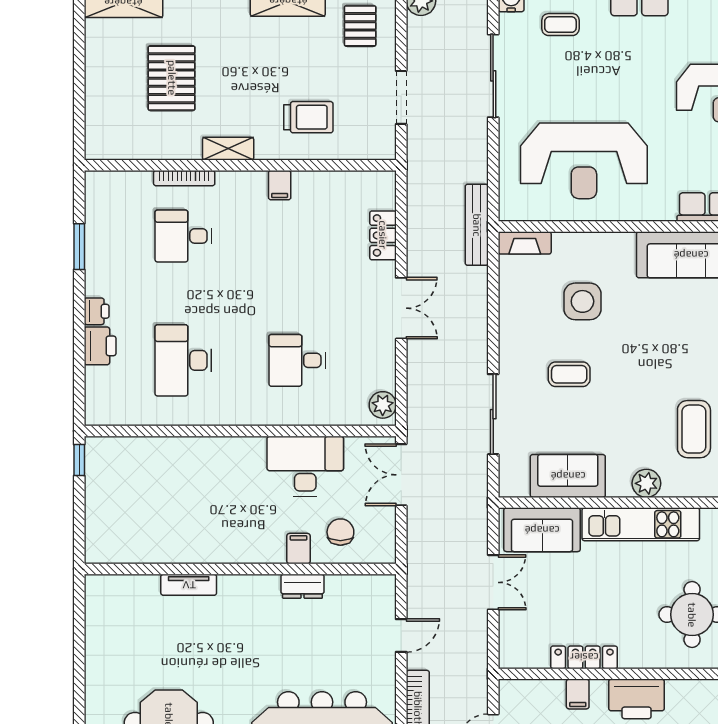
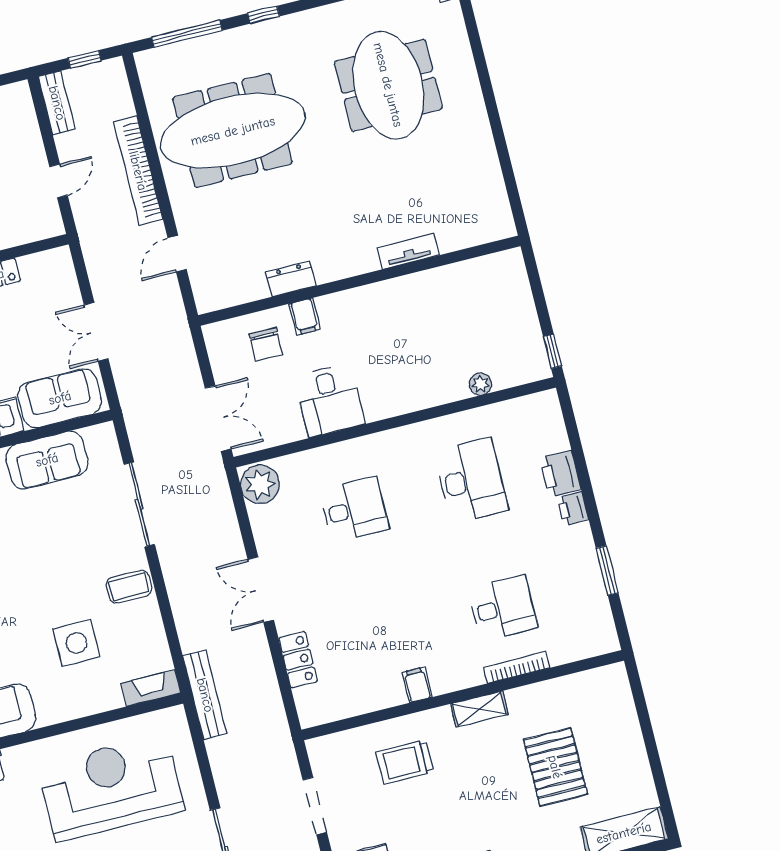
coffee table: (569, 374) -> (129, 587), moved
plant: (383, 405) -> (260, 484), width x1.36, depth x1.36
plant: (153, 447) -> (480, 384), added
desk: (305, 466) -> (329, 400), width x0.73

